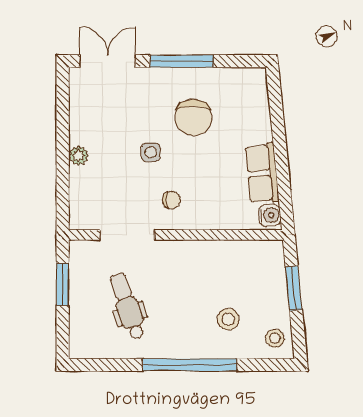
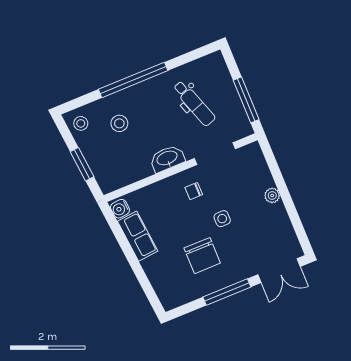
chair: (193, 118) -> (202, 256), turned 180
washbasin: (188, 253) -> (167, 158), added
window: (63, 284) -> (246, 100), width x1.44

